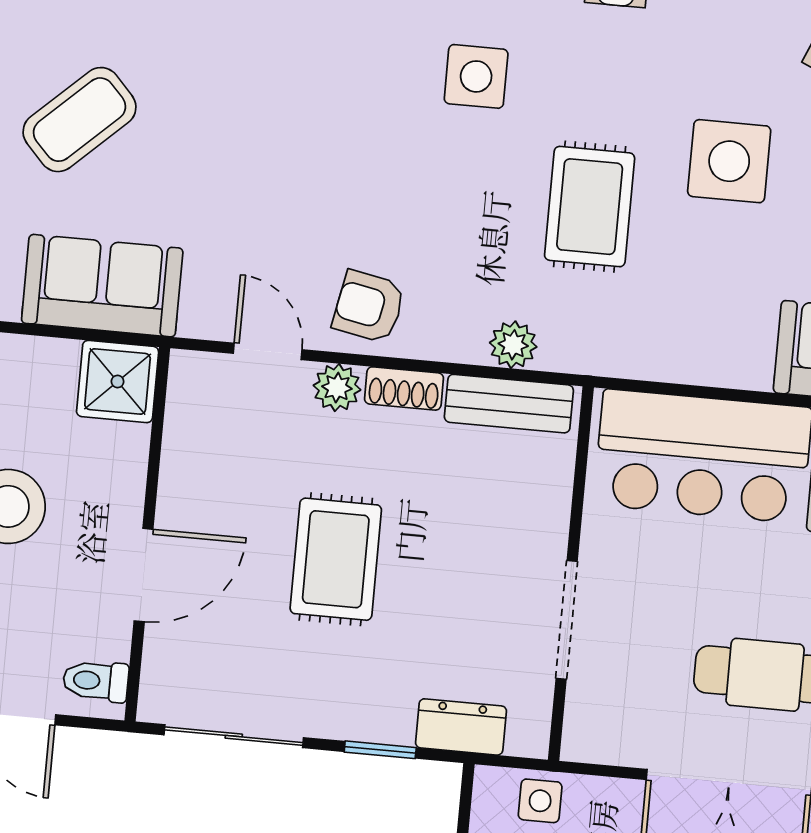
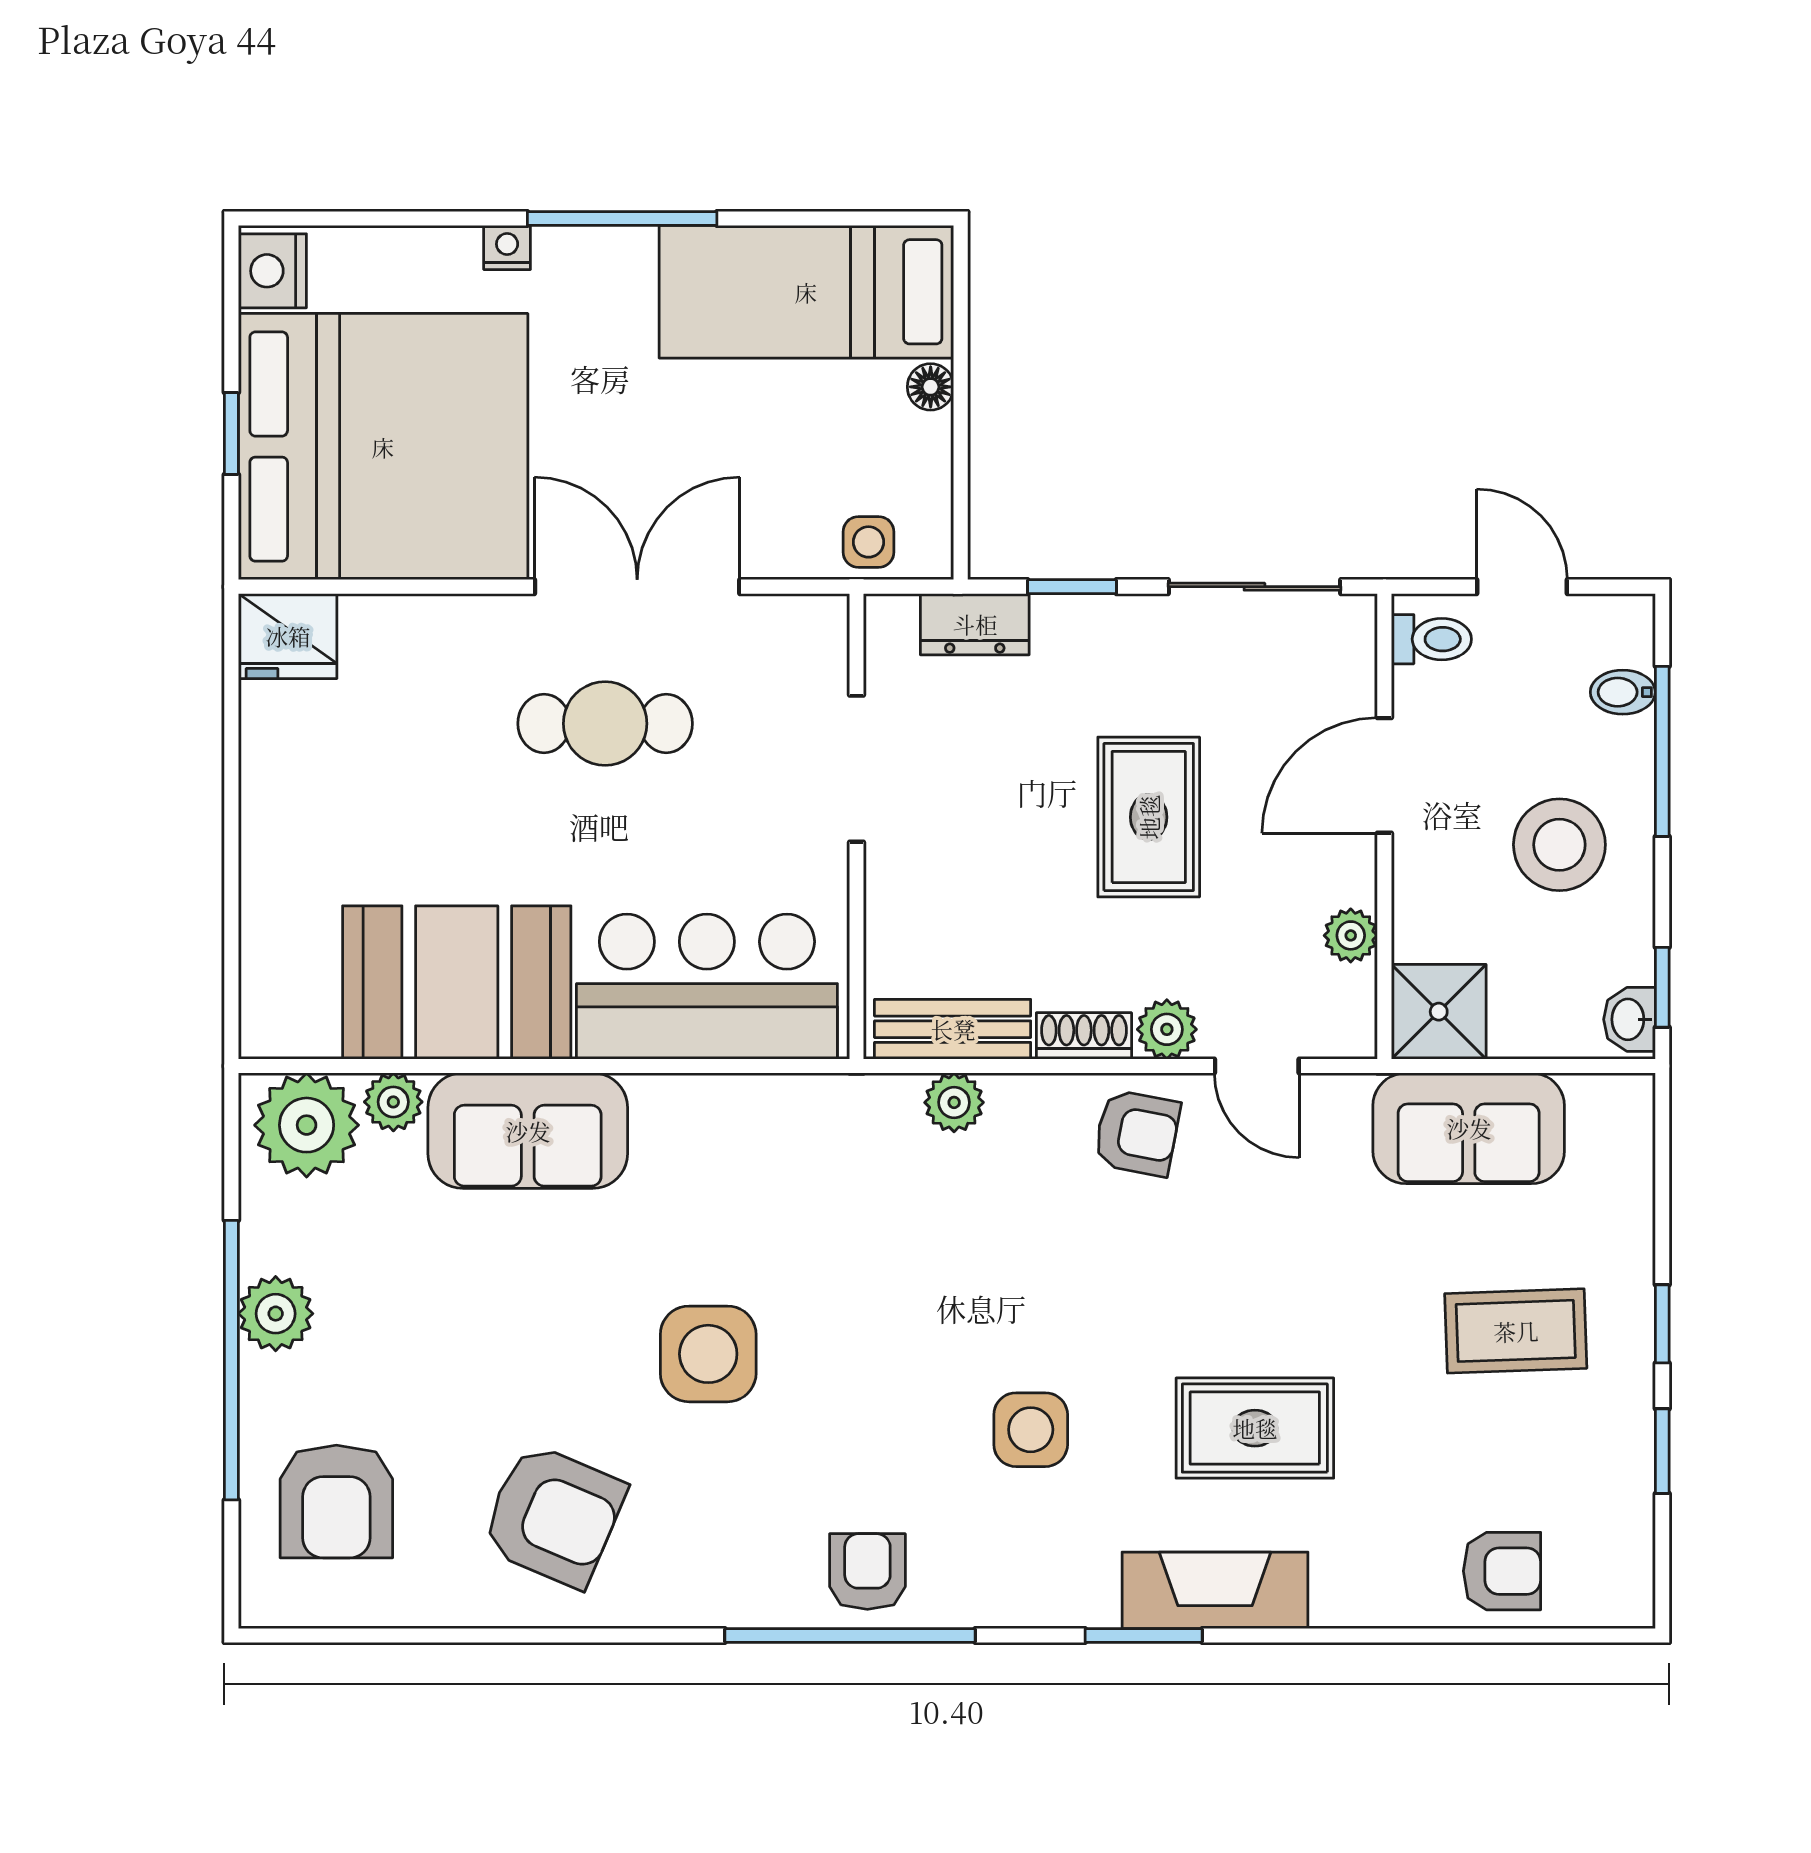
coffee table: (80, 120) -> (1516, 1331), turned 41
rug: (590, 207) -> (1255, 1428), moved, turned 90
plant: (182, 449) -> (1351, 935), added

